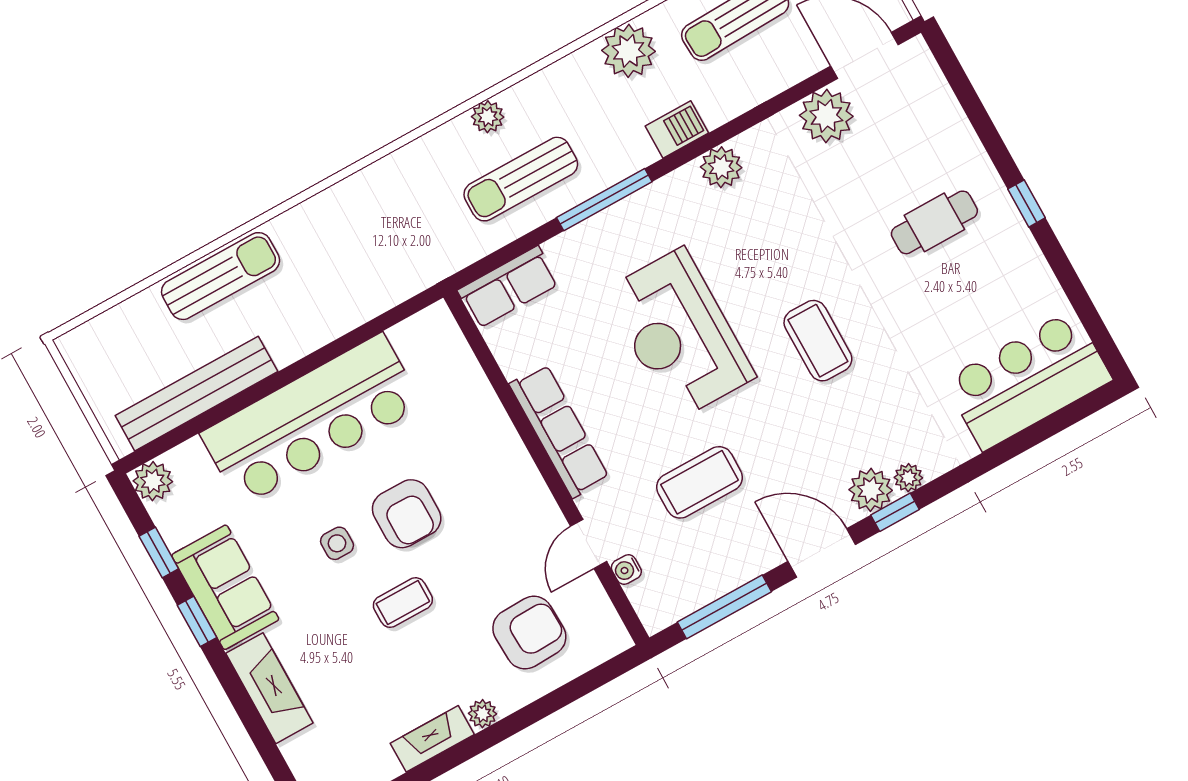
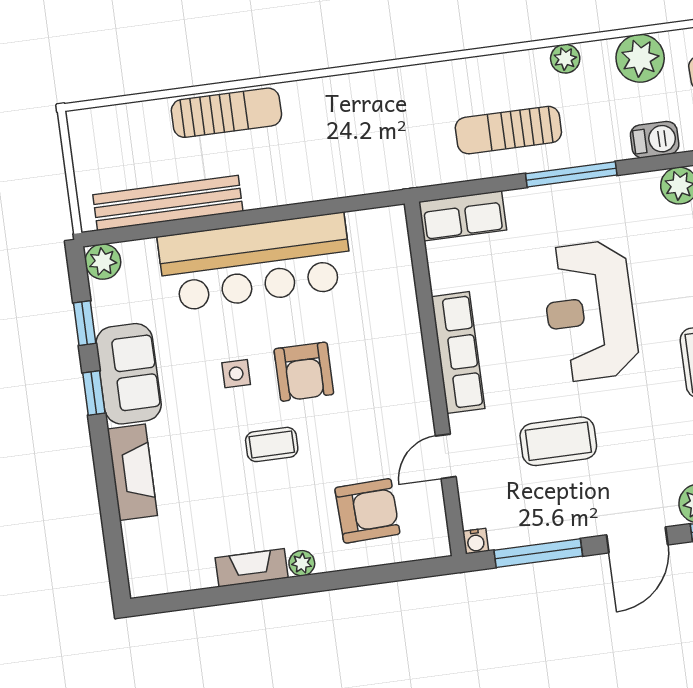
plant: (488, 117) -> (565, 59), moved
door: (822, 553) -> (637, 540), swing flipped
water cooler: (626, 570) -> (476, 541), moved, turned -90

